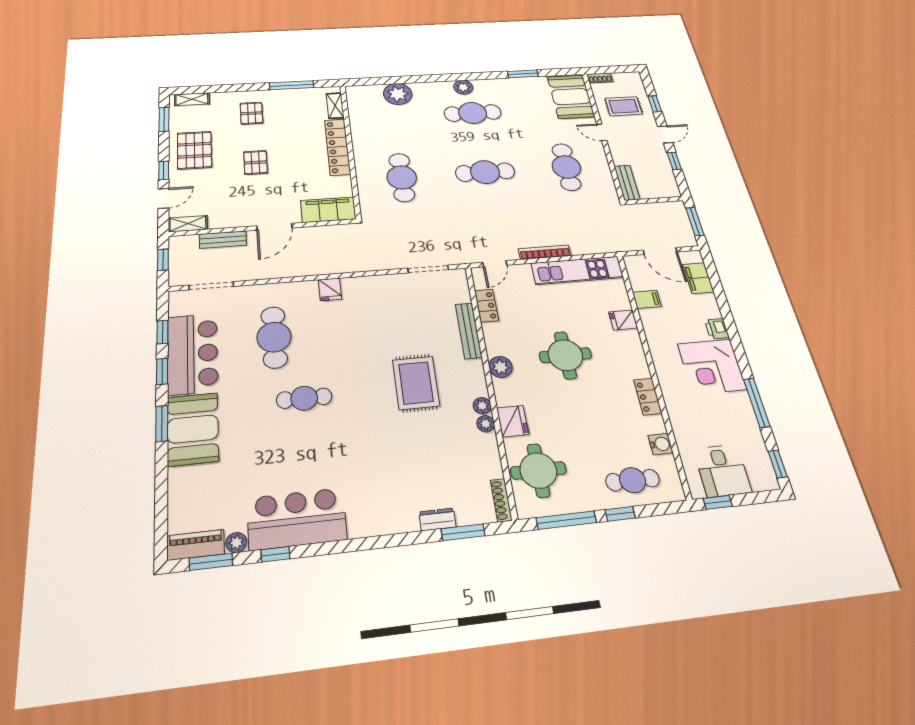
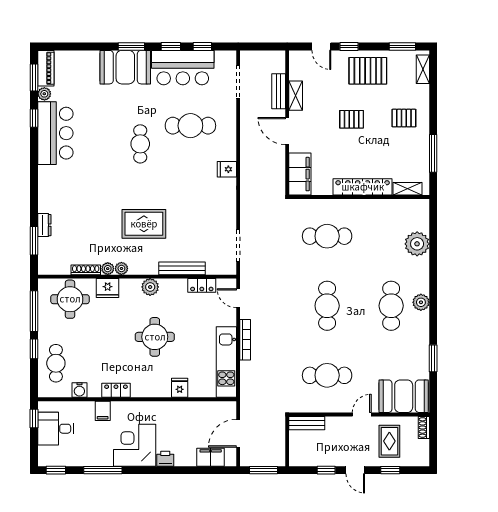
shelving: (188, 224) -> (296, 96), moved
window: (163, 260) -> (264, 46), removed
filing cabinet: (647, 299) -> (103, 411), moved
shoe rack: (501, 500) -> (86, 270), moved

